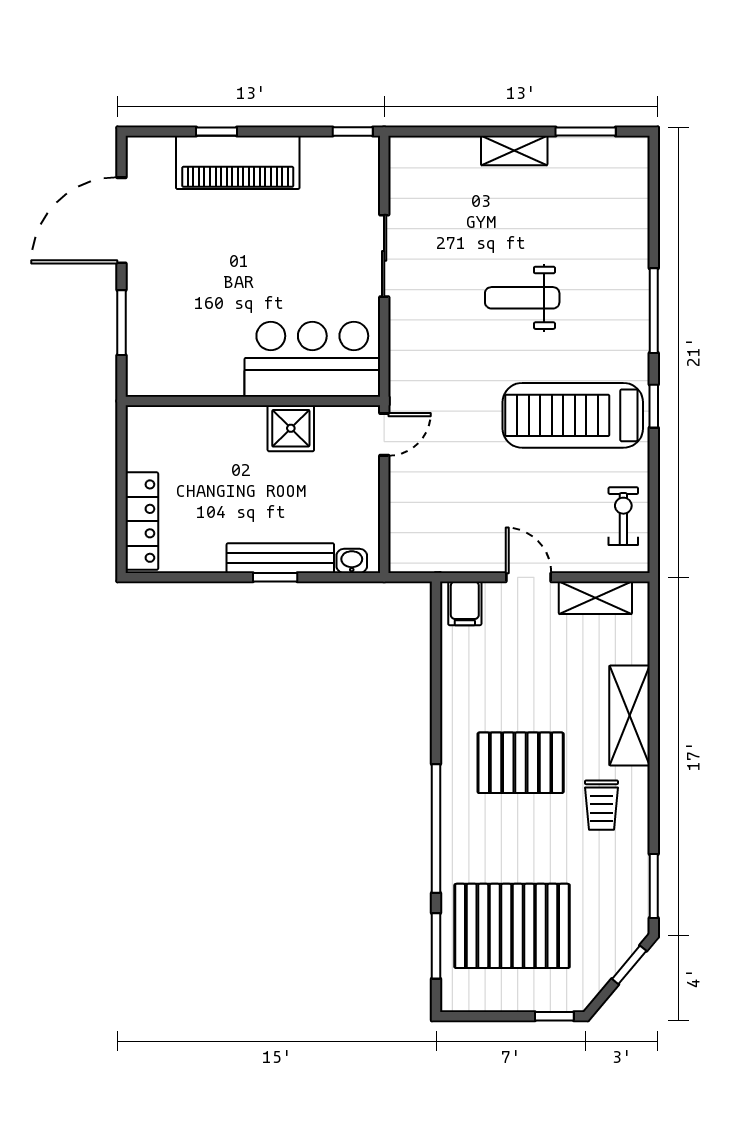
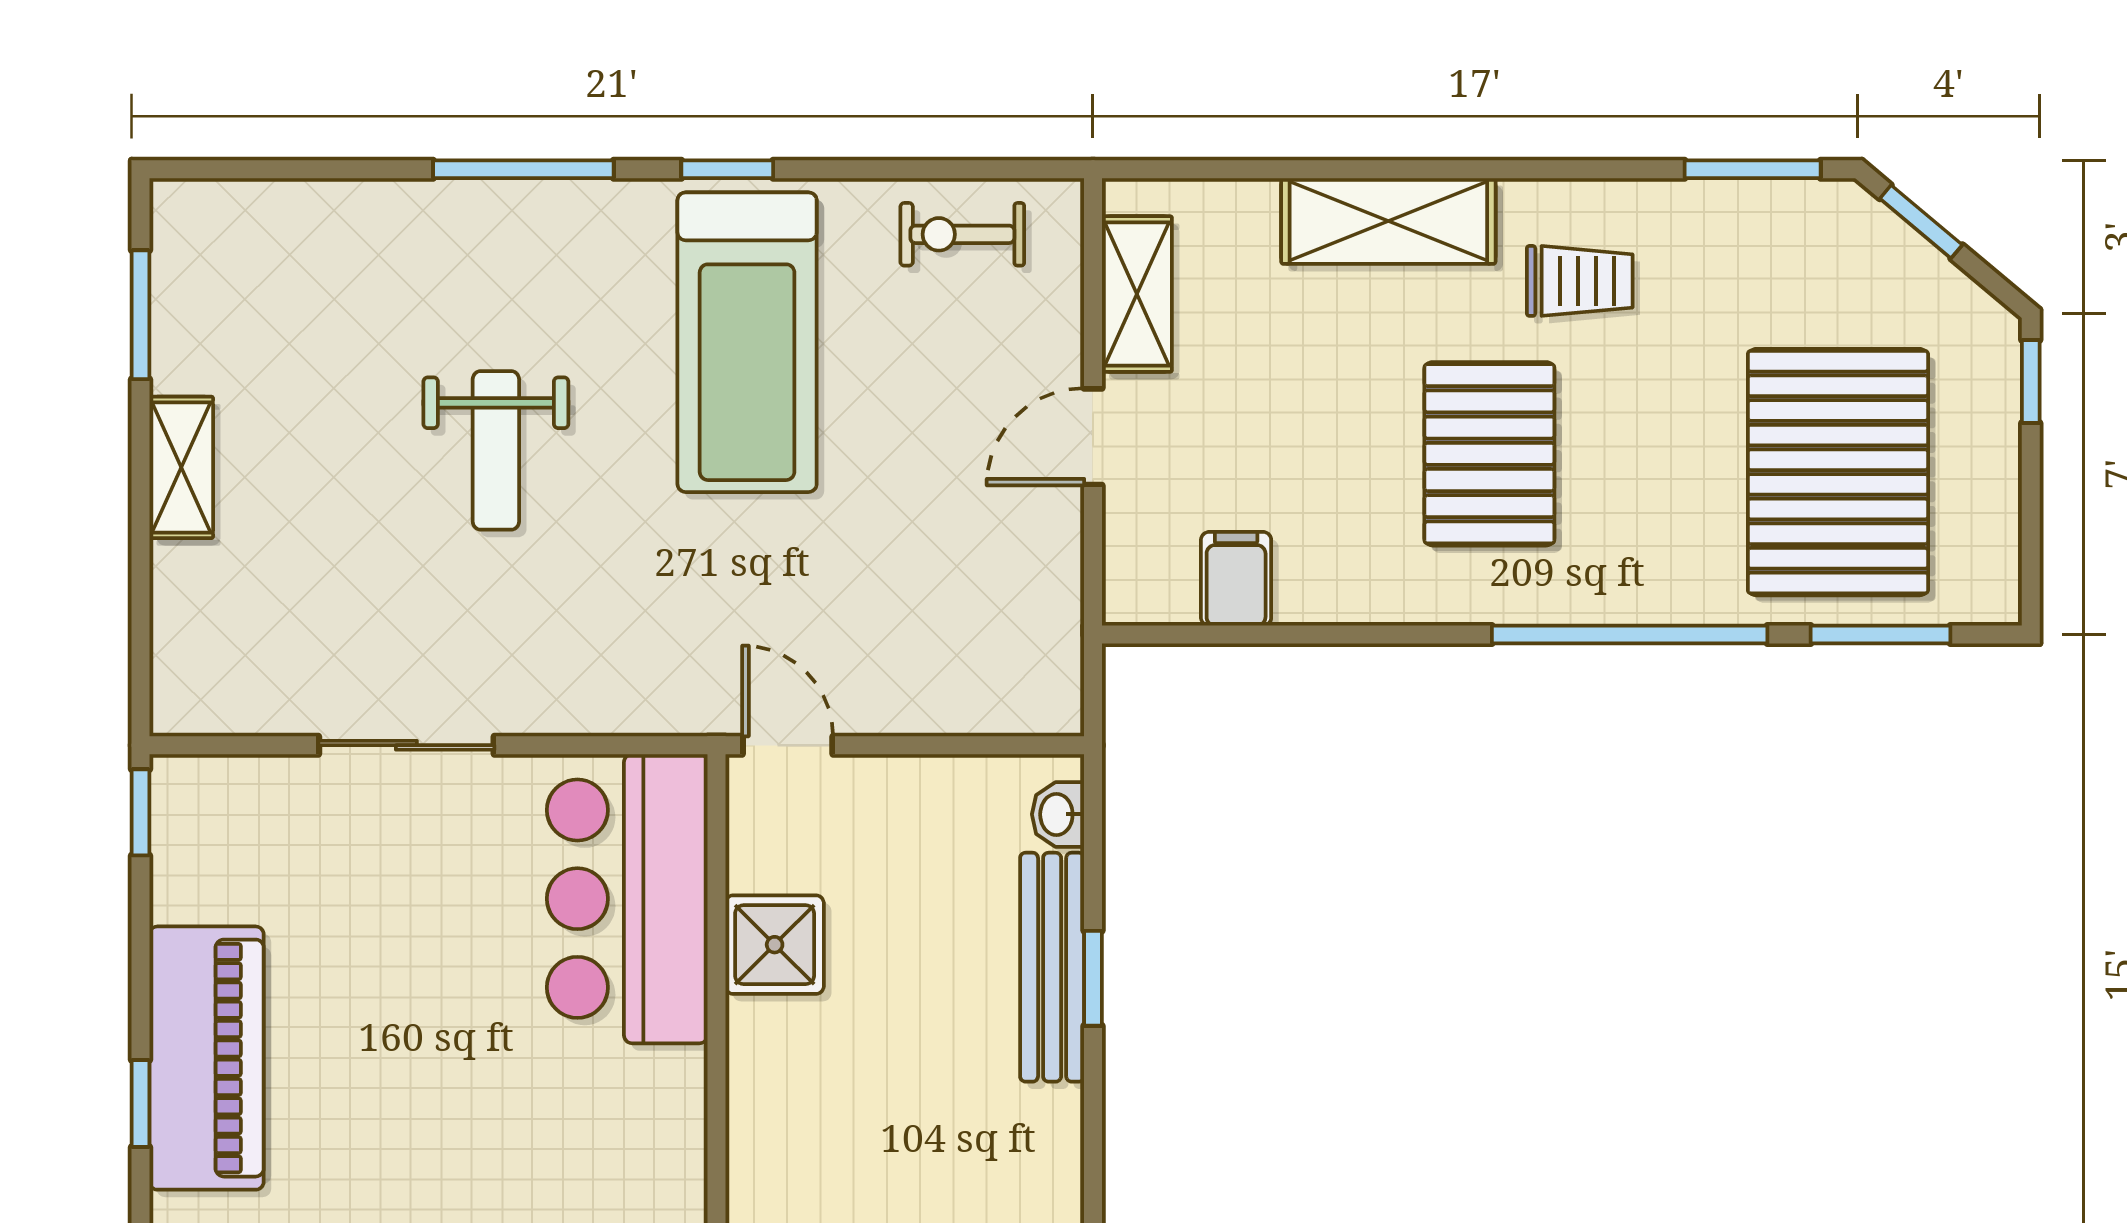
filing cabinet: (465, 603) -> (1236, 579), moved, turned -90

